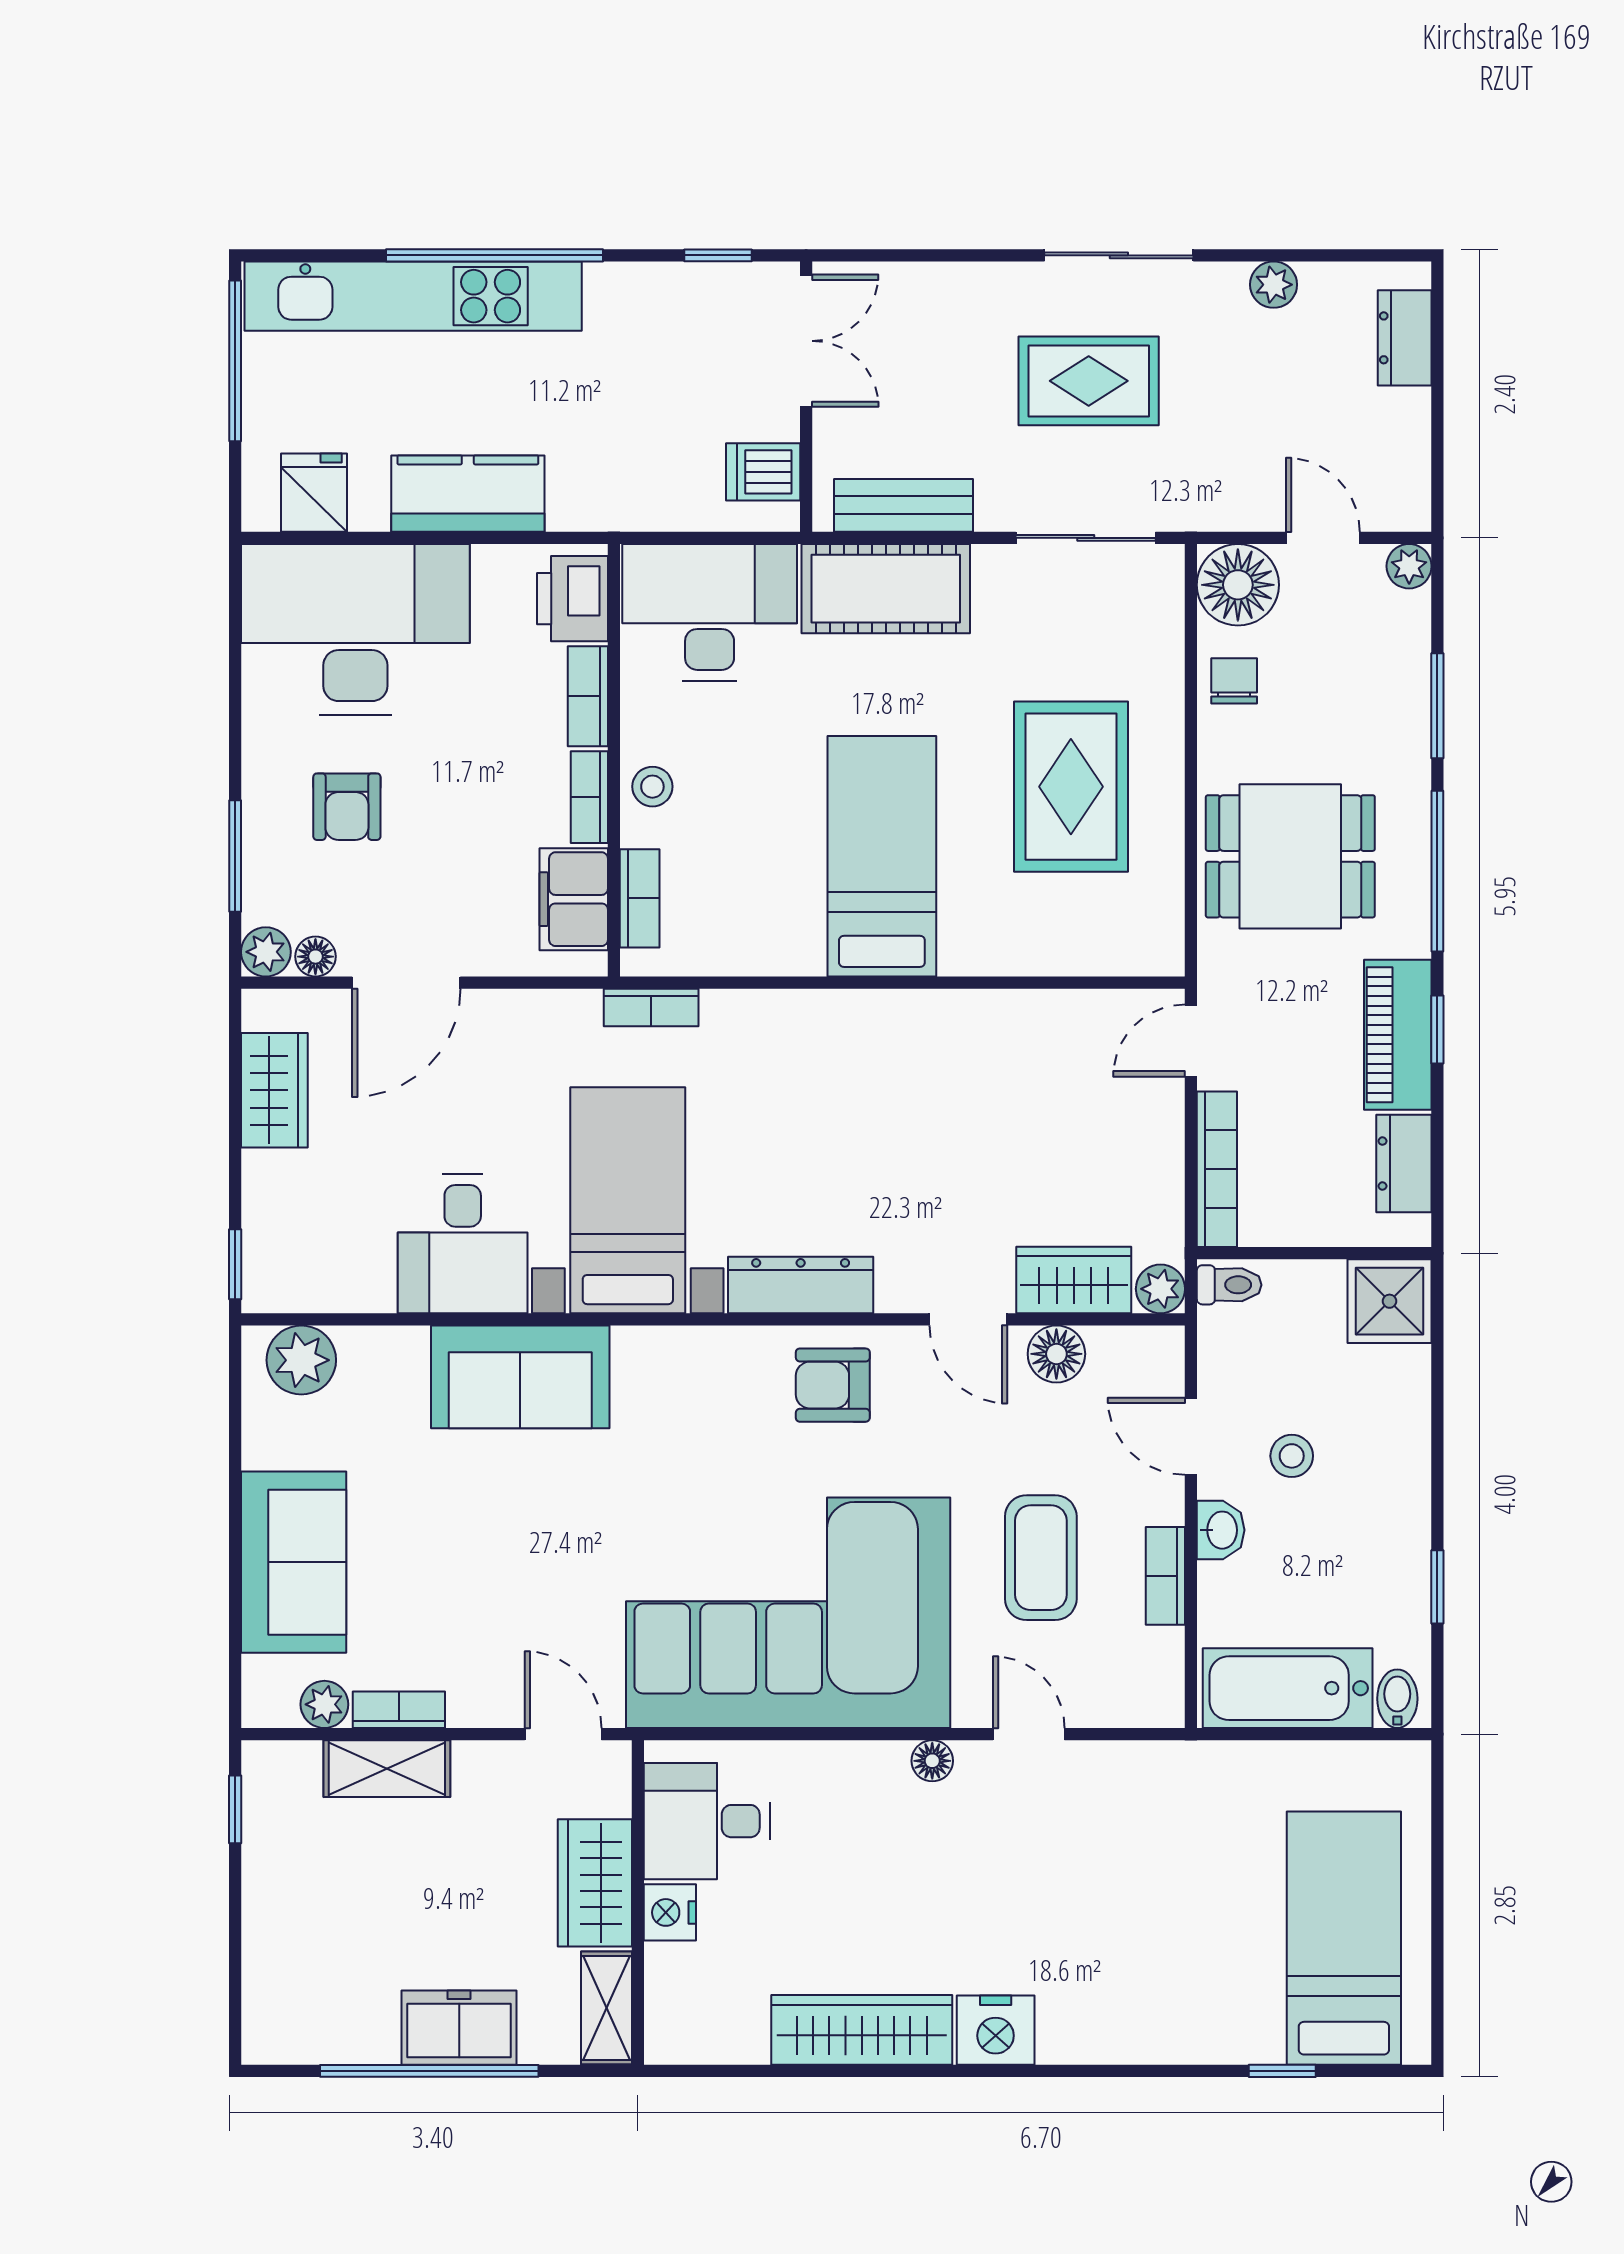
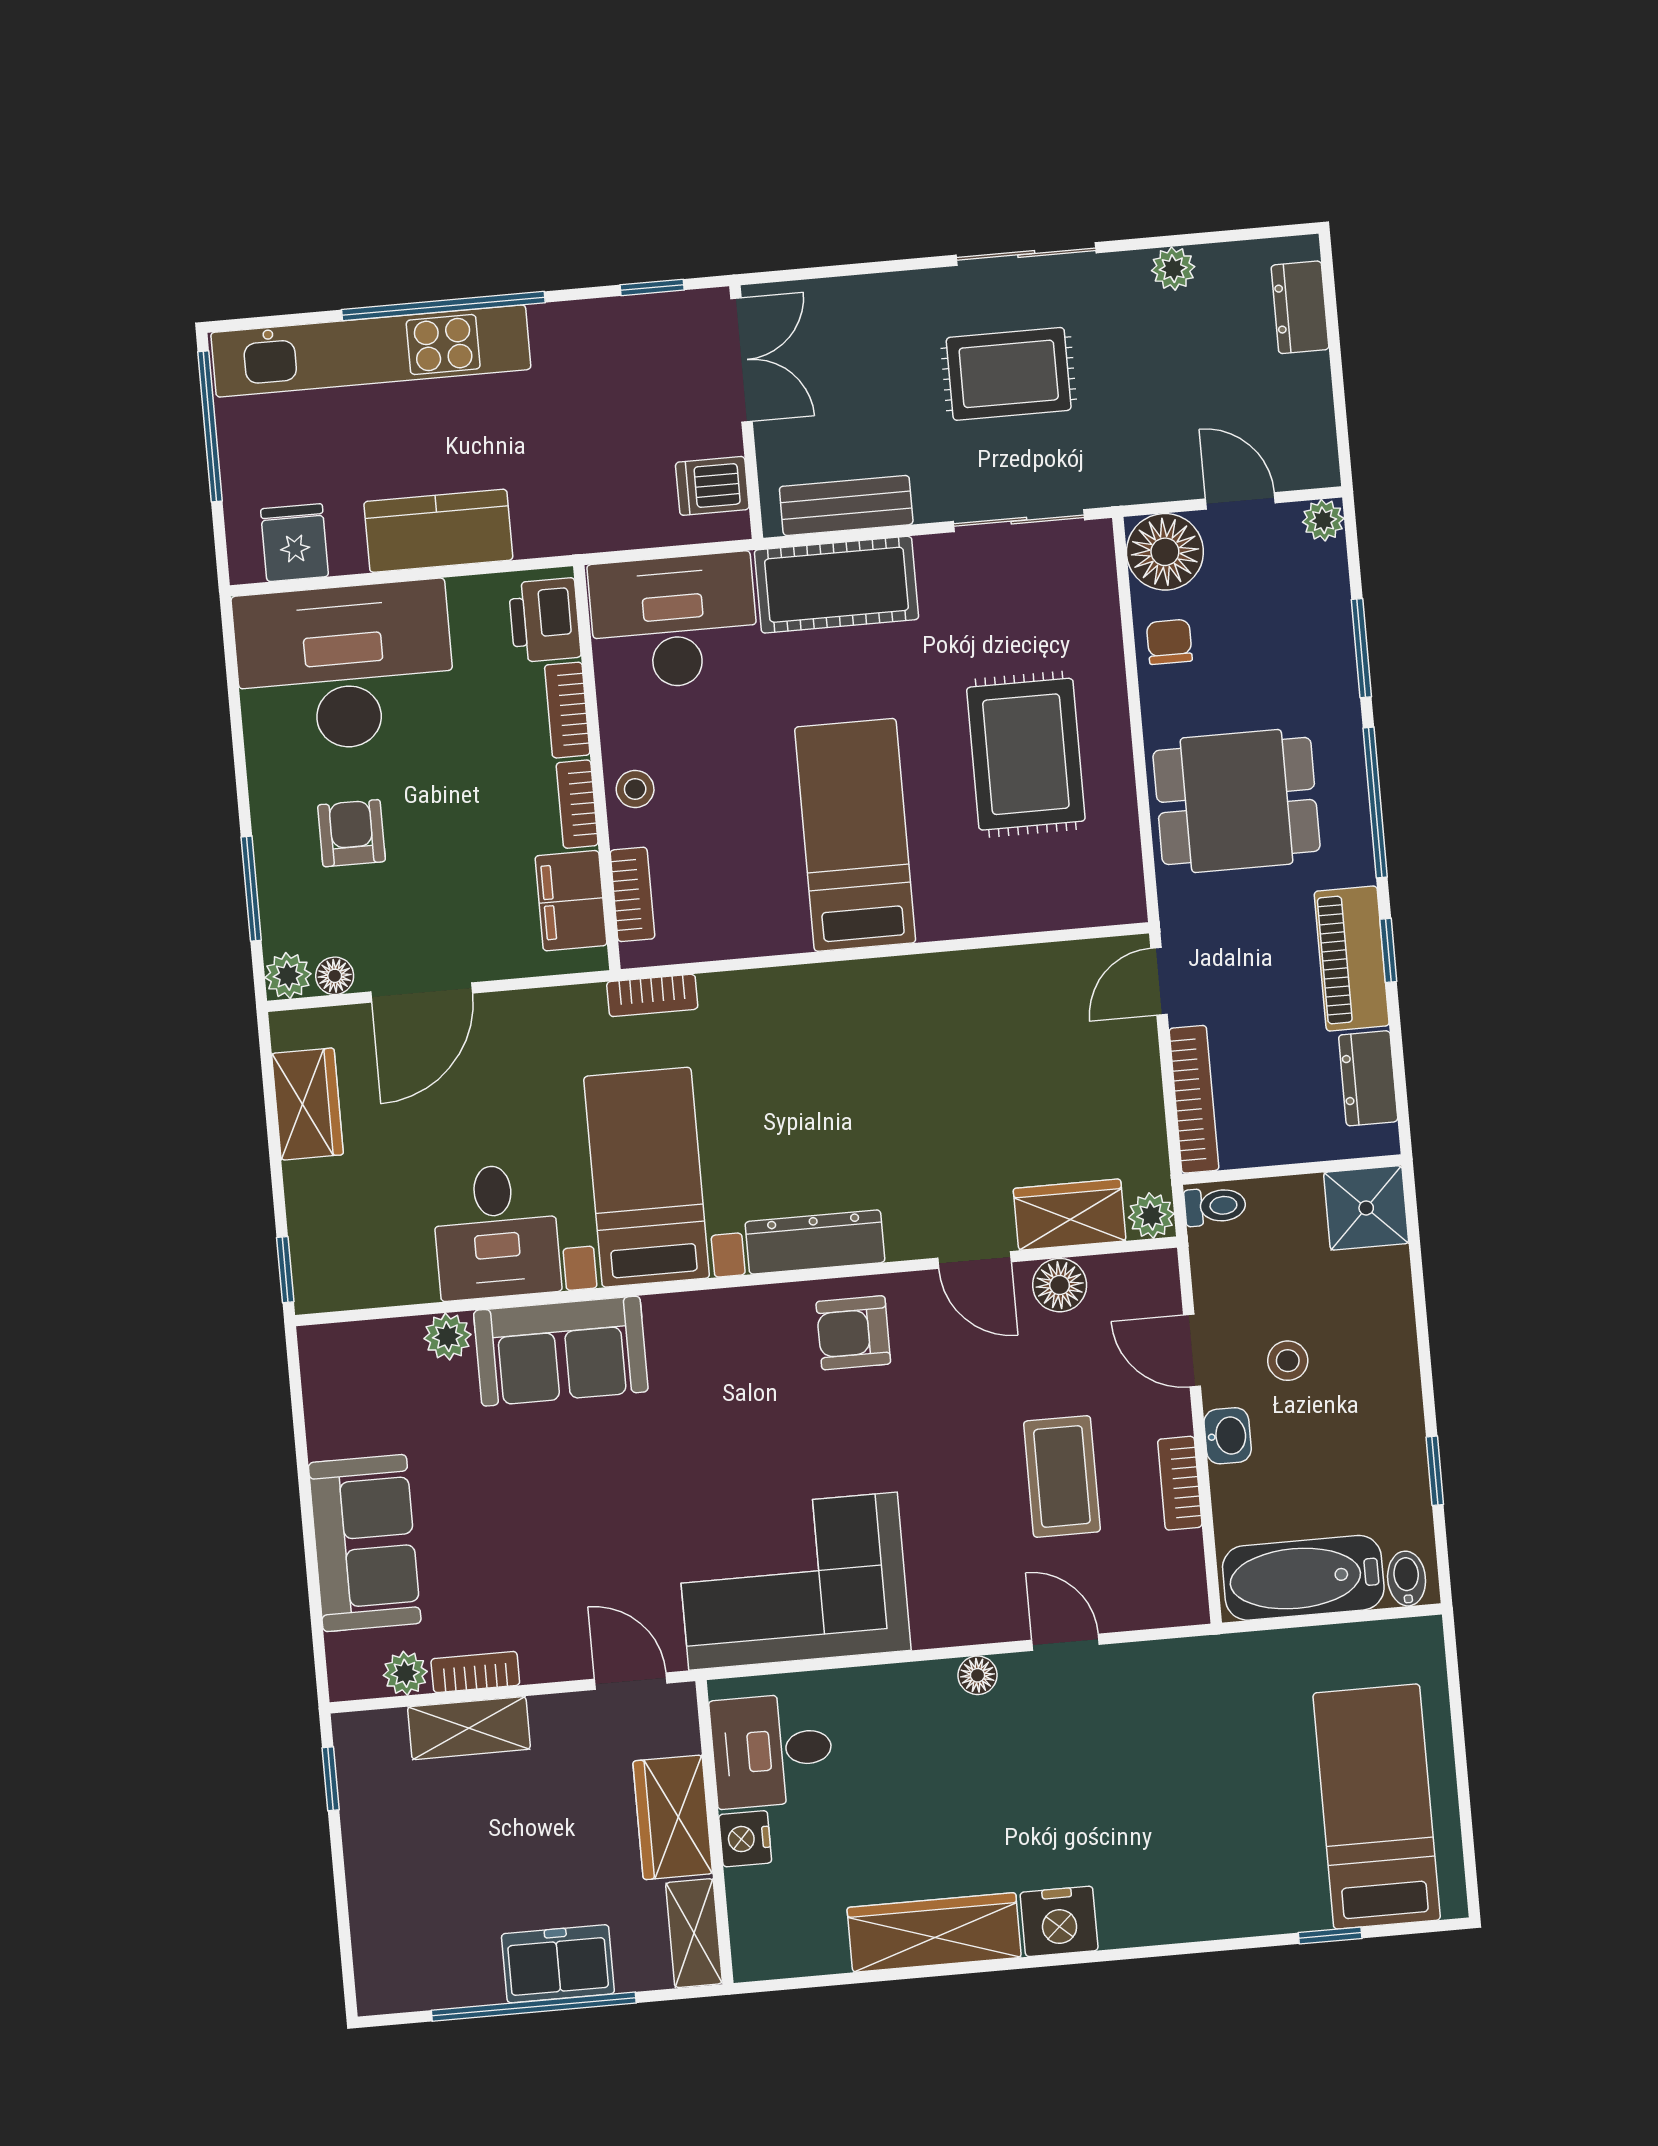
armchair: (347, 807) -> (352, 833), turned 180
plant: (301, 1360) -> (447, 1336), moved, width x0.73, depth x0.73
corner sofa: (788, 1613) -> (793, 1581), width x0.73, depth x0.74

